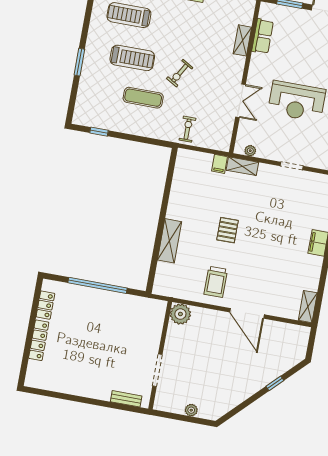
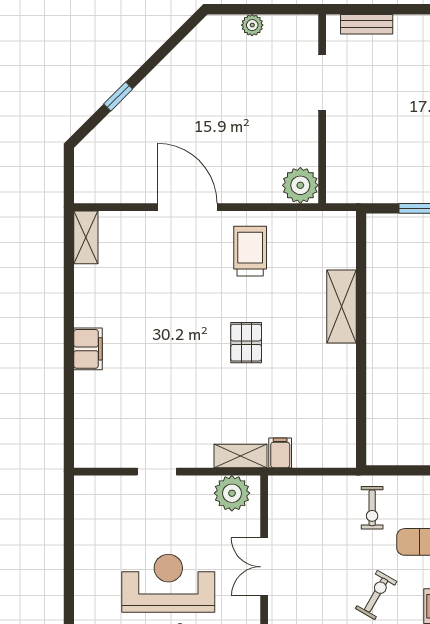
exercise bike: (187, 129) -> (372, 508), moved
plant: (250, 151) -> (232, 493), width x1.88, depth x1.88

